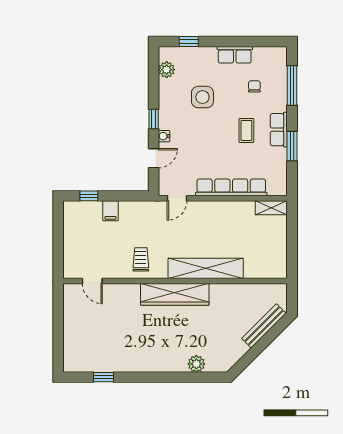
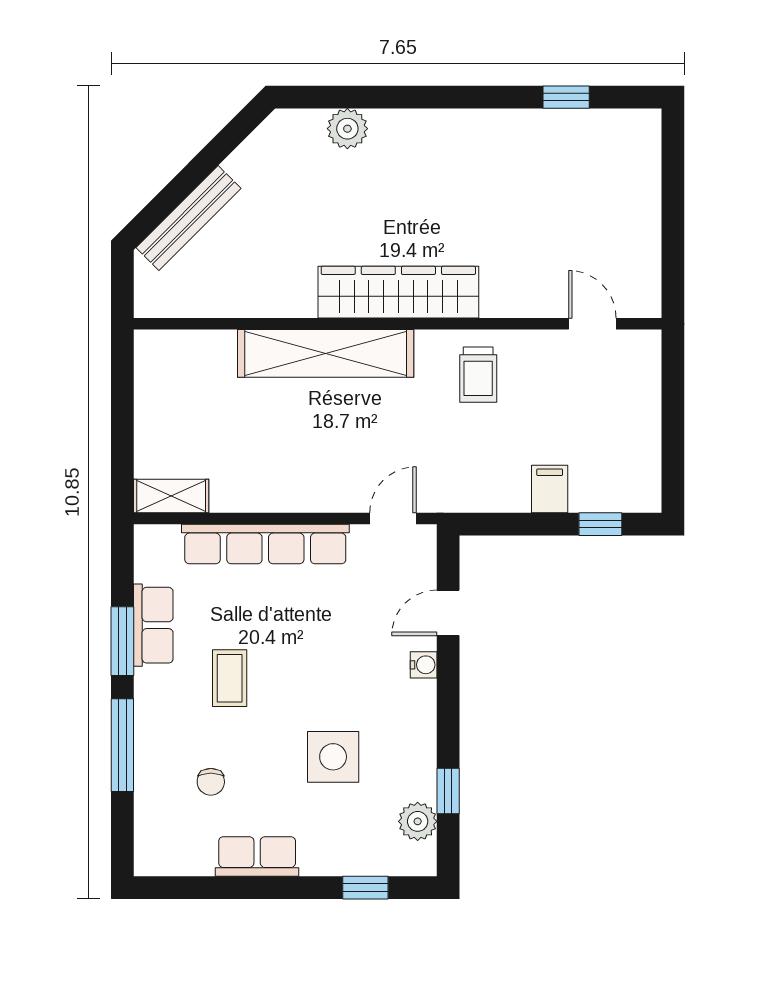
window: (292, 85) -> (122, 745), moved
window: (154, 119) -> (448, 791), moved
row of seats: (279, 130) -> (153, 625), moved

